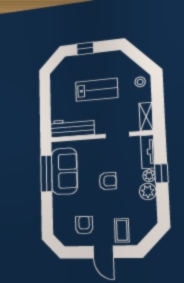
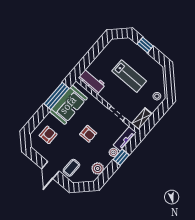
workbench: (72, 128) -> (92, 81), width x0.73
plant: (148, 191) -> (98, 168), moved
armchair: (84, 225) -> (48, 135), moved

